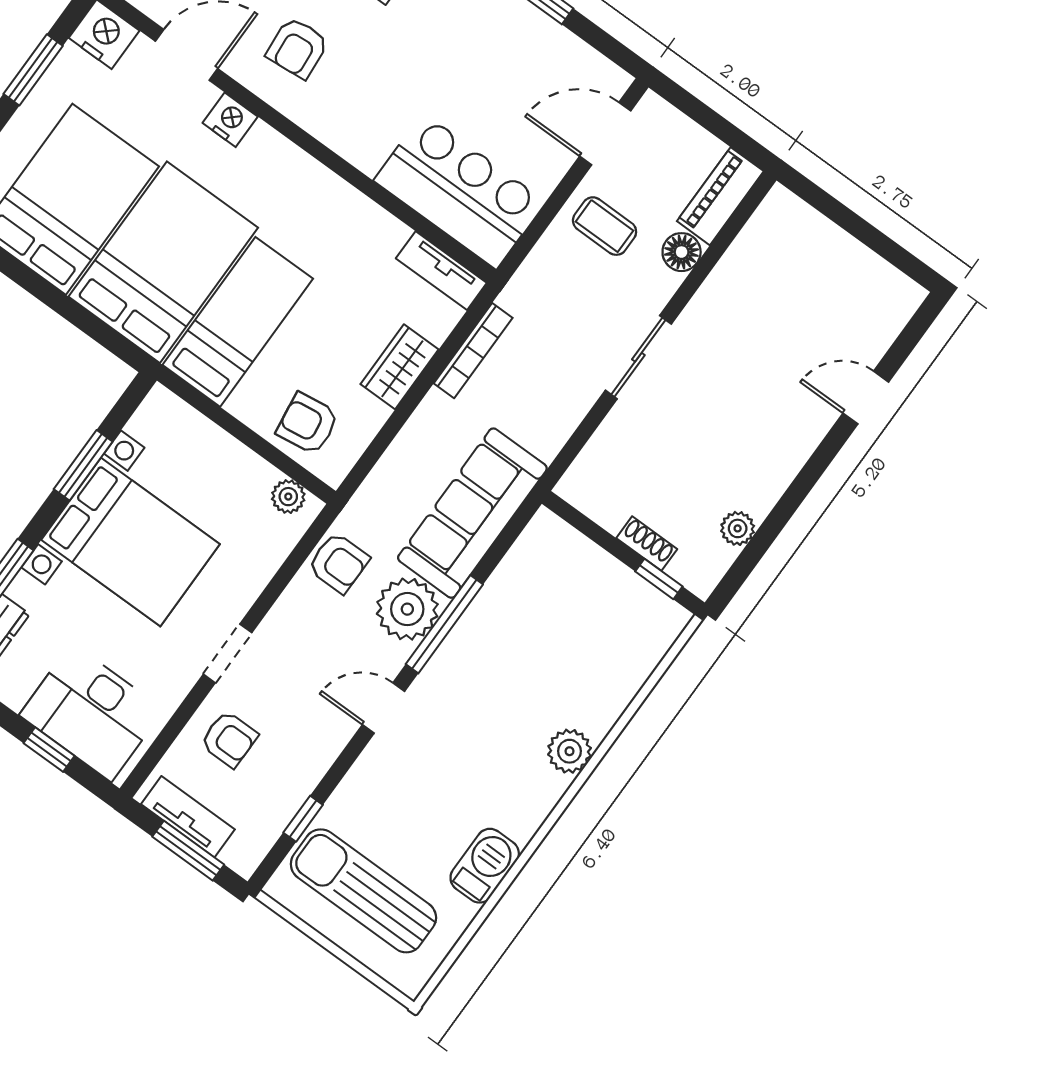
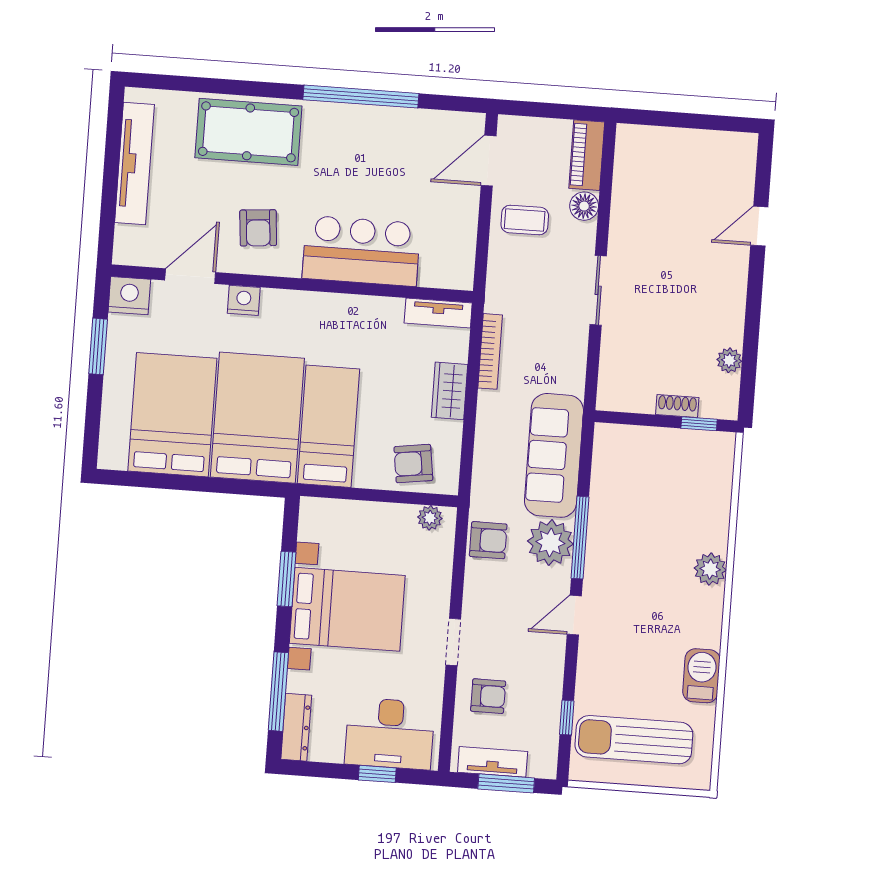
bar counter: (459, 191) -> (361, 251), moved

